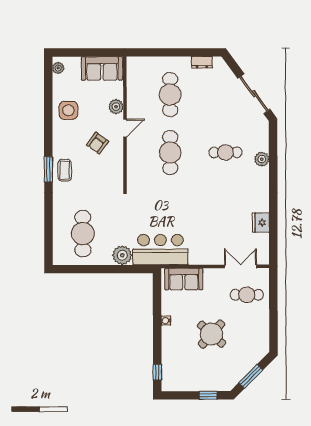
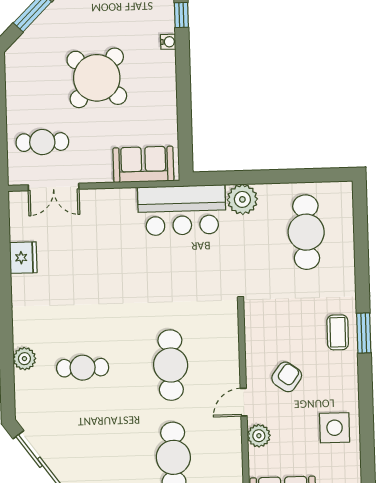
water cooler: (166, 321) -> (168, 42), moved
round table: (211, 334) -> (97, 78), width x1.36, depth x1.36

